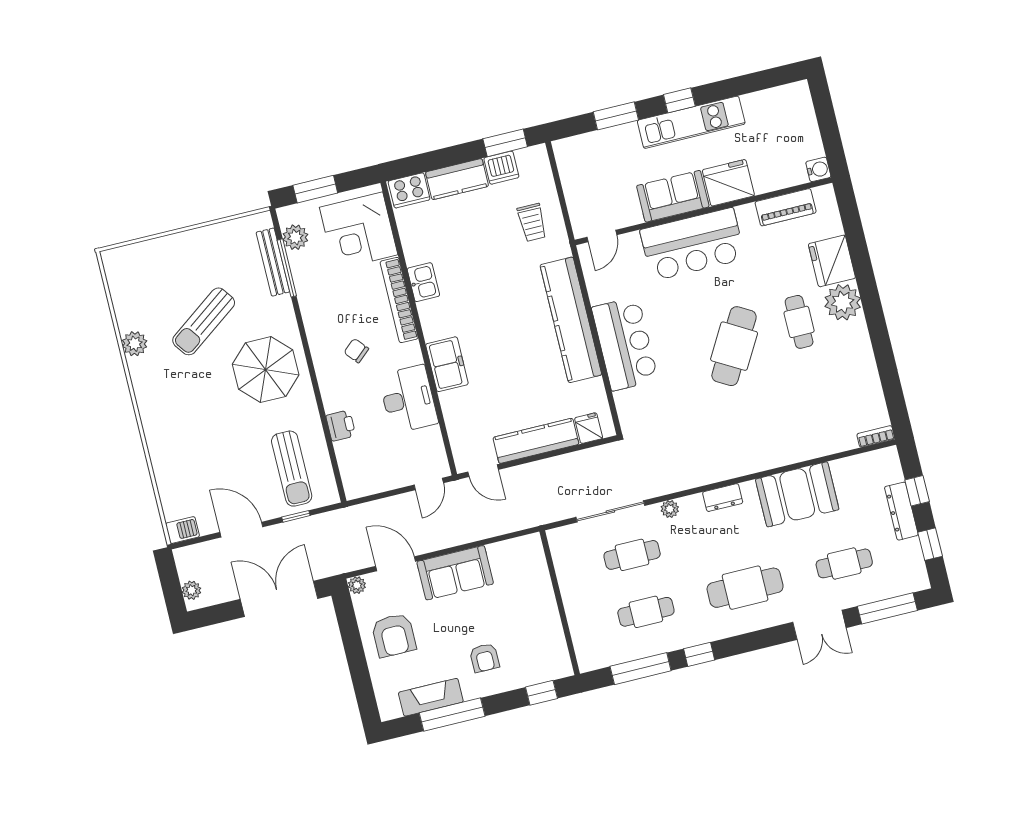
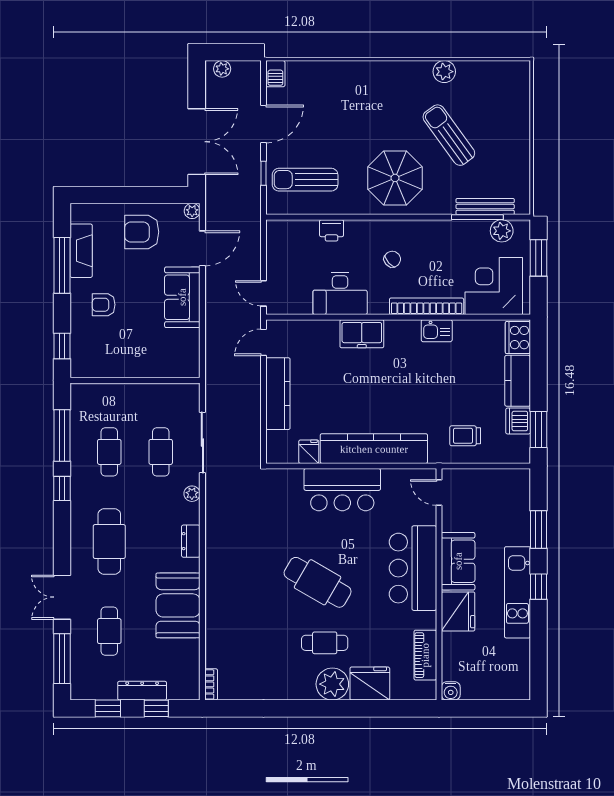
fridge: (589, 428) -> (309, 452), moved, turned -90

